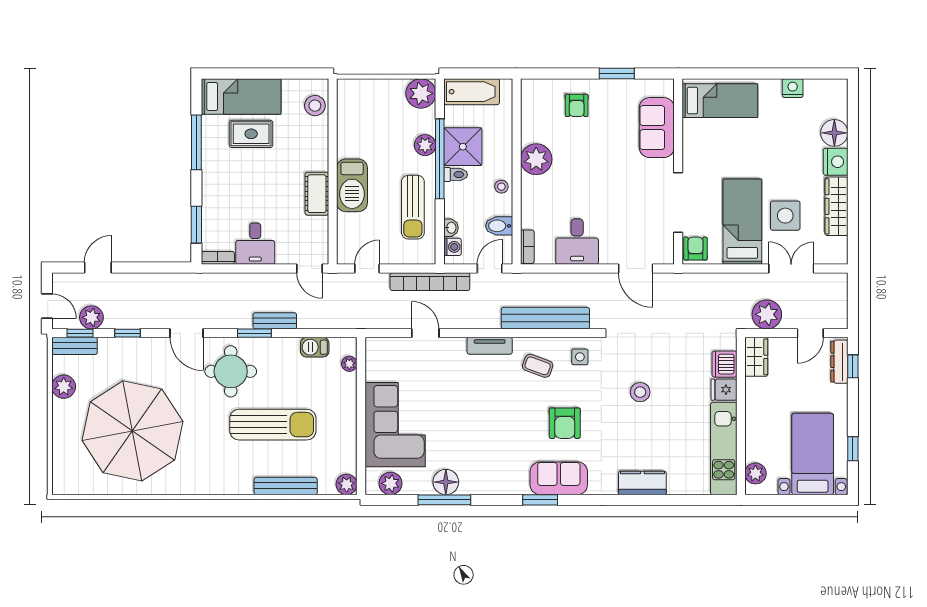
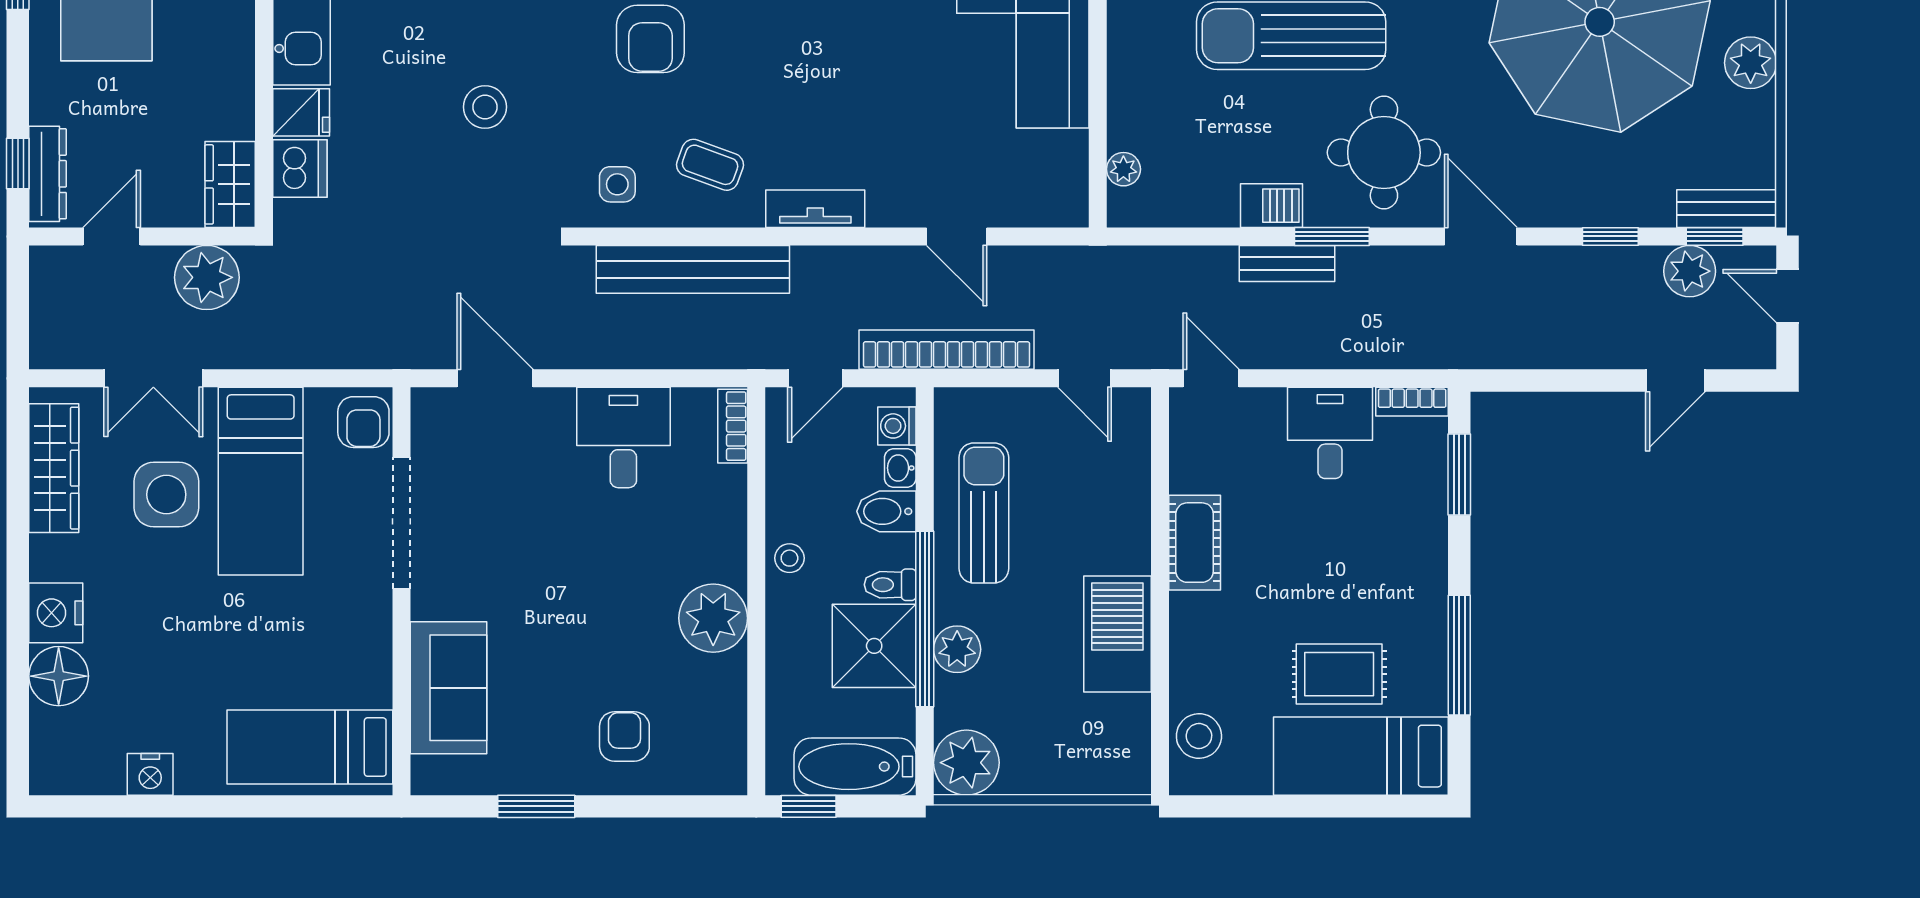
window: (493, 74) -> (809, 806), added
barbecue: (352, 185) -> (1117, 634), moved
wardrobe: (837, 206) -> (54, 468), moved
bidet: (499, 226) -> (886, 511), moved, turned 180
door: (367, 268) -> (1085, 378), hinge flipped
barbecue: (315, 347) -> (1272, 206), moved
plant: (64, 387) -> (1751, 63), moved
armchair: (565, 423) -> (650, 39), turned 180

